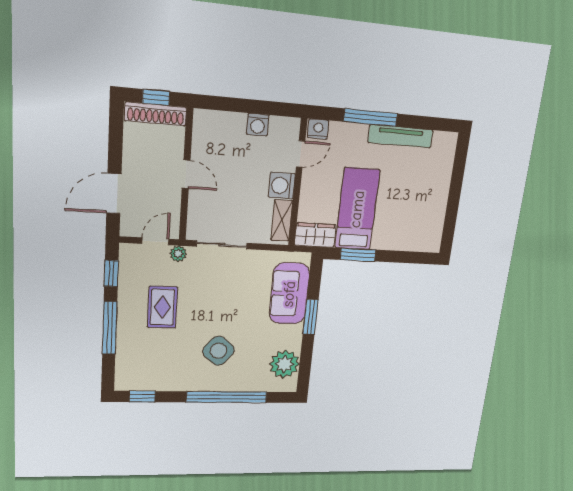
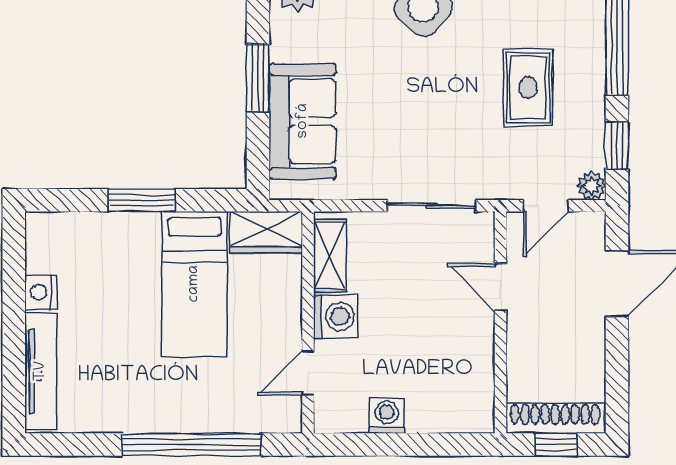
window: (371, 118) -> (191, 444), width x1.46
nightstand: (318, 129) -> (41, 292), moved, turned 90
tv unit: (401, 136) -> (41, 371), moved, turned 90
door: (186, 174) -> (500, 287), moved
plant: (178, 254) -> (592, 186), moved
window: (358, 255) -> (142, 200), moved

